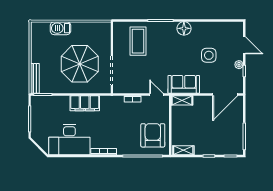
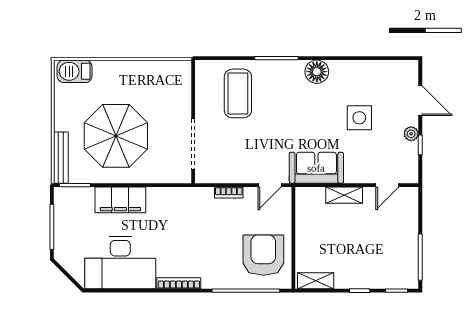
barbecue: (60, 28) -> (75, 71), moved
parasol: (80, 64) -> (116, 136), moved
door: (156, 95) -> (270, 185), swing flipped
door: (225, 95) -> (387, 185), width x0.53
shelving: (182, 100) -> (344, 195), moved
filing cabinet: (85, 103) -> (120, 200), moved

